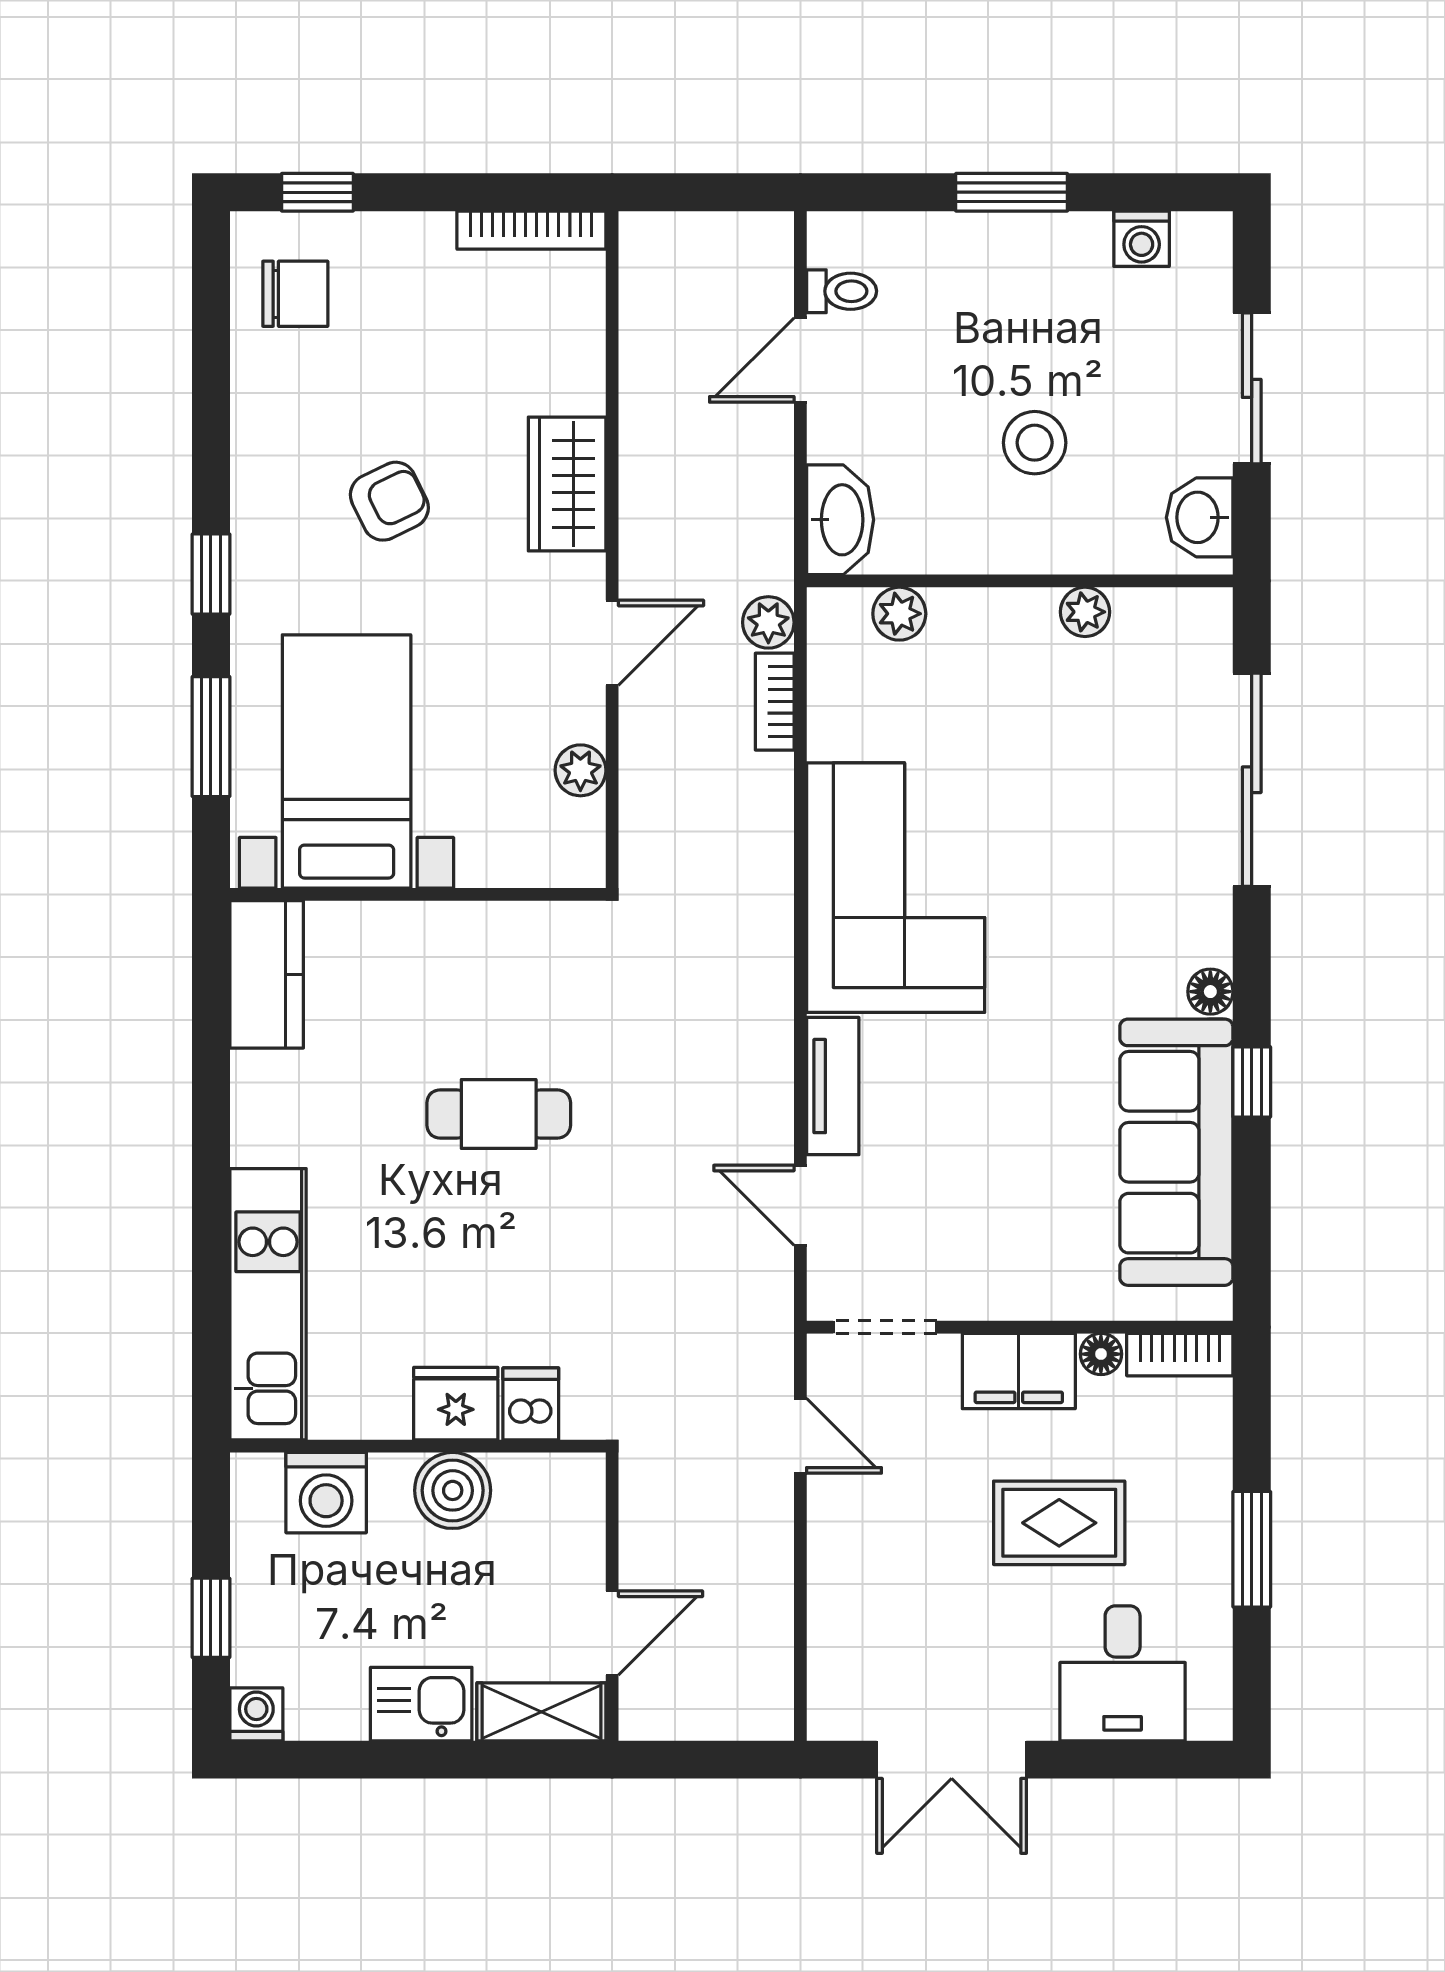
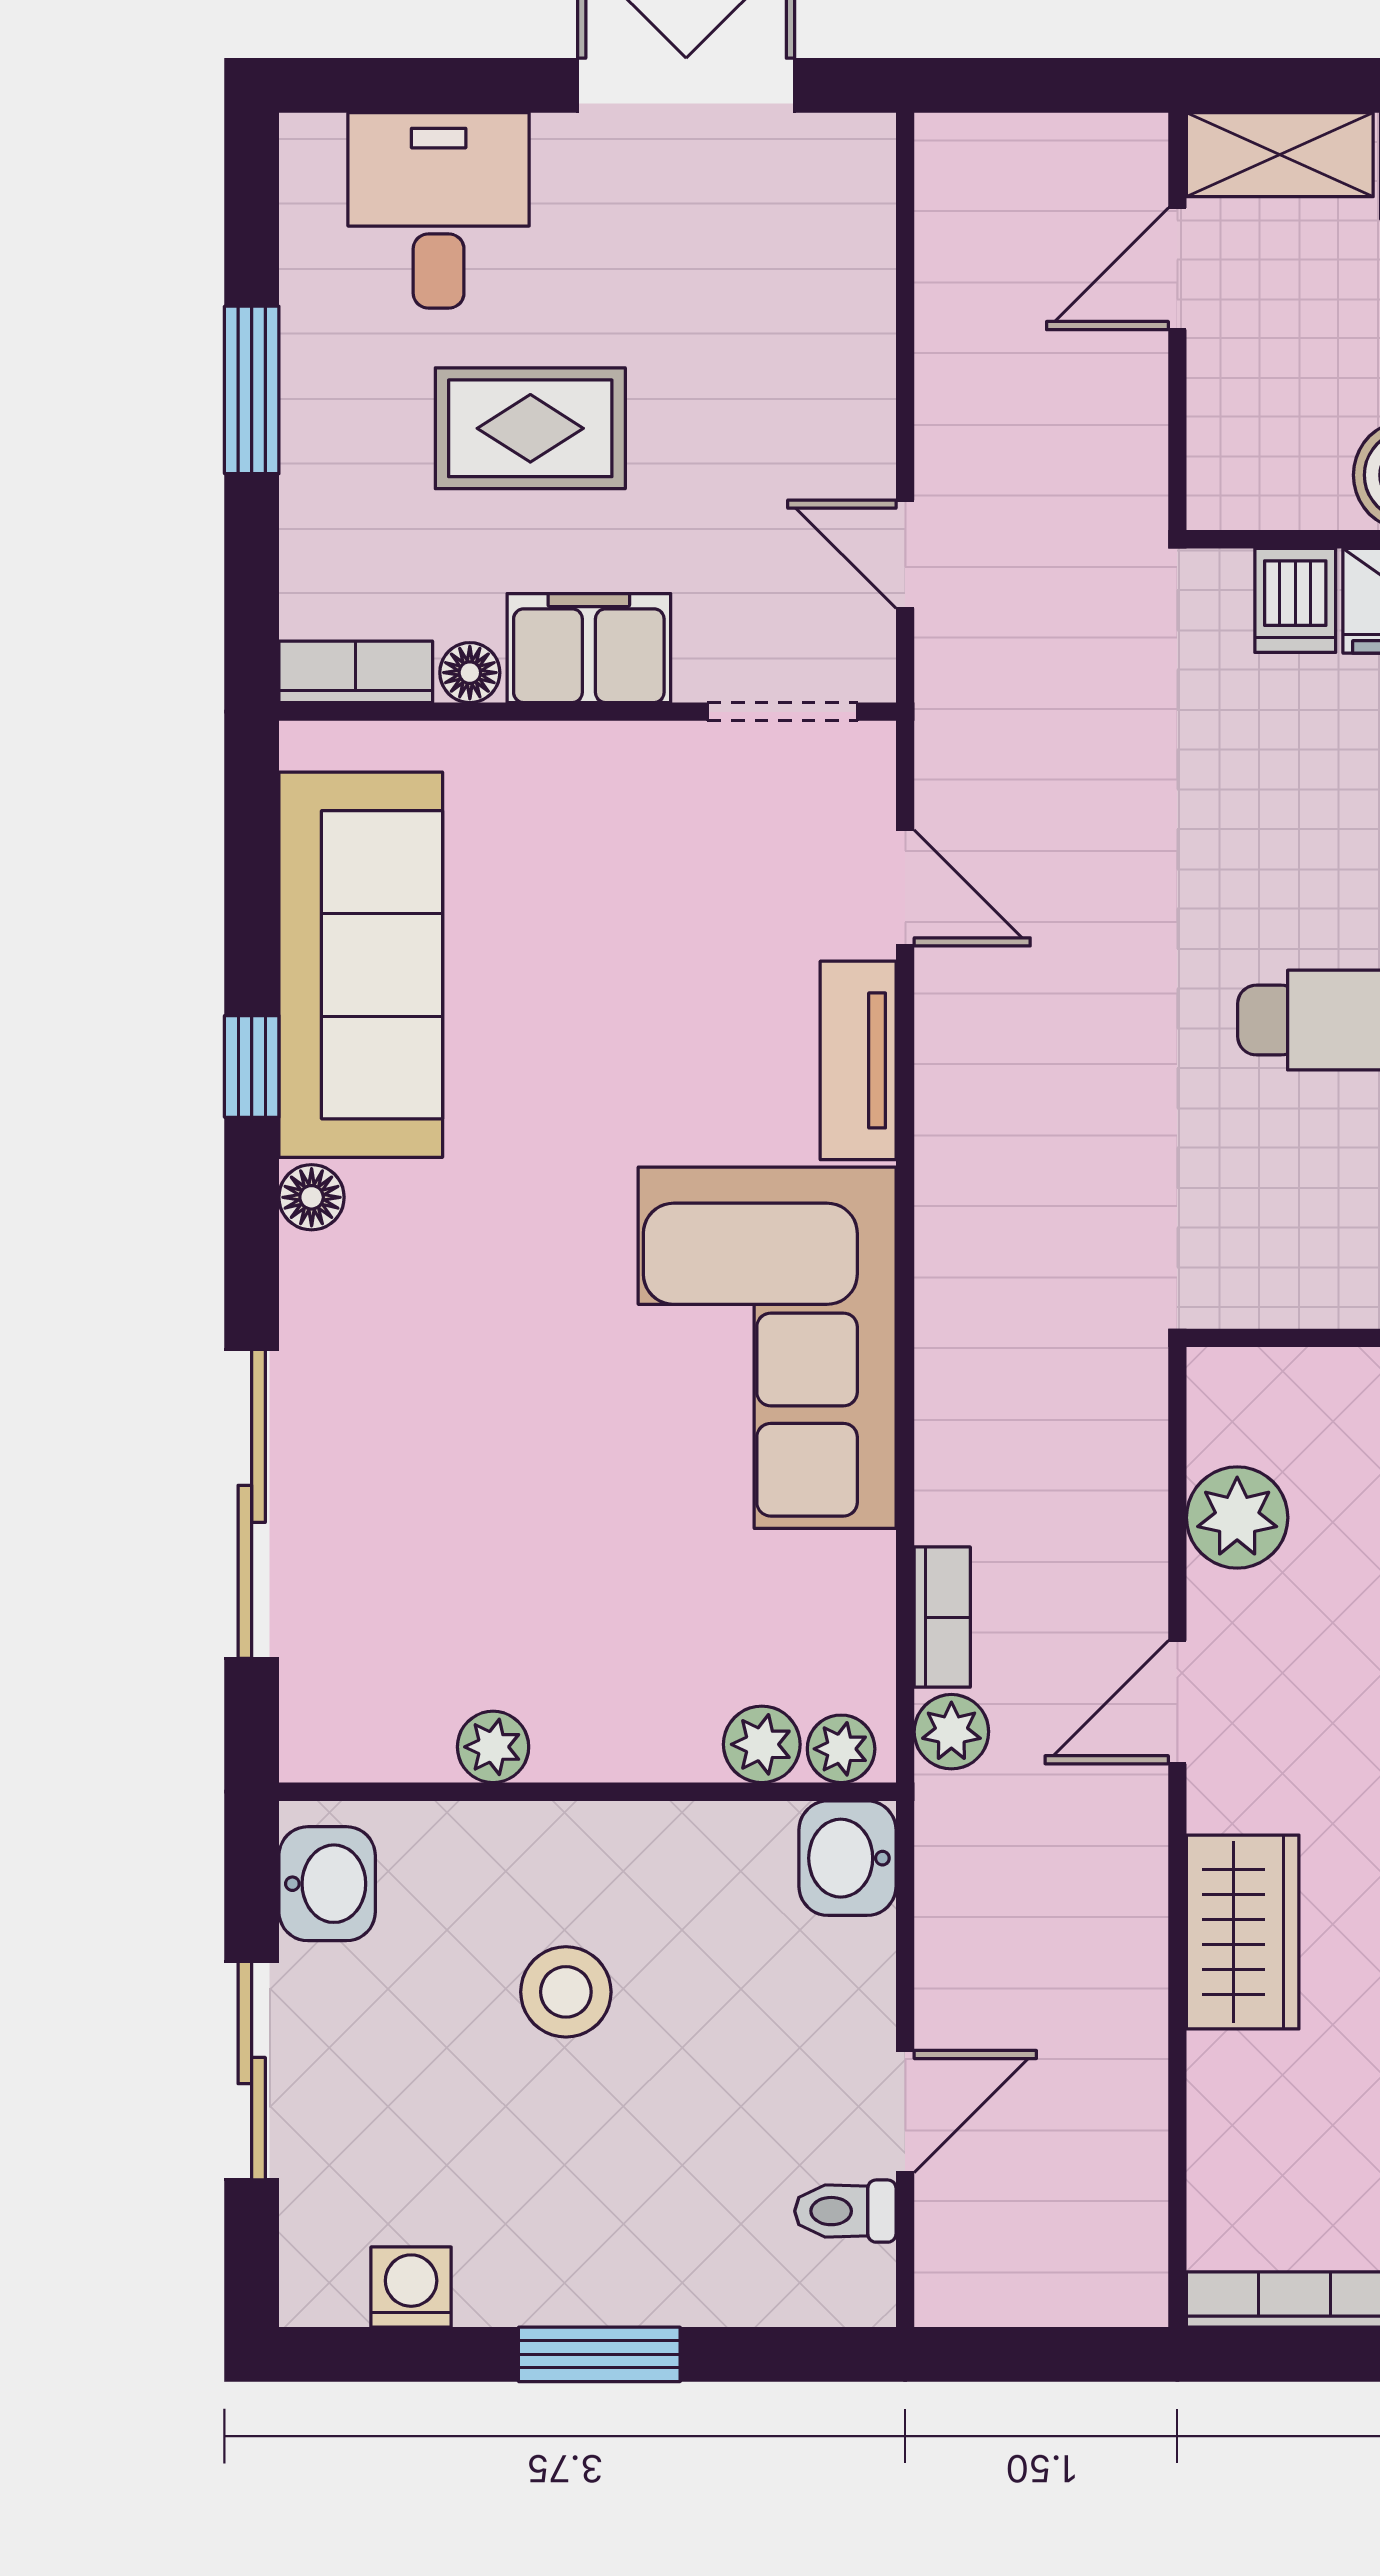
washbasin: (840, 520) -> (848, 1858), width x0.72
plant: (845, 611) -> (841, 1749), added
plant: (580, 770) -> (1237, 1518), width x1.38, depth x1.38

